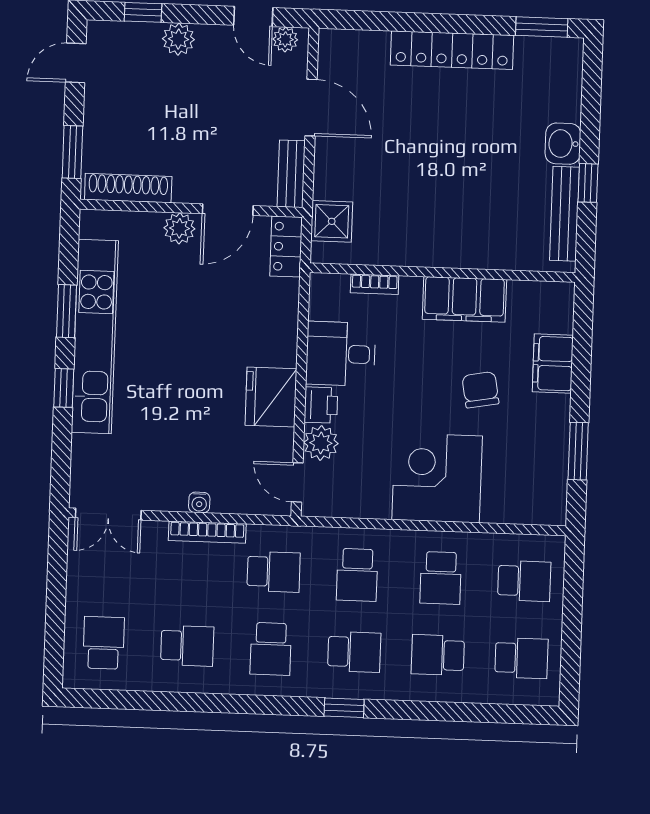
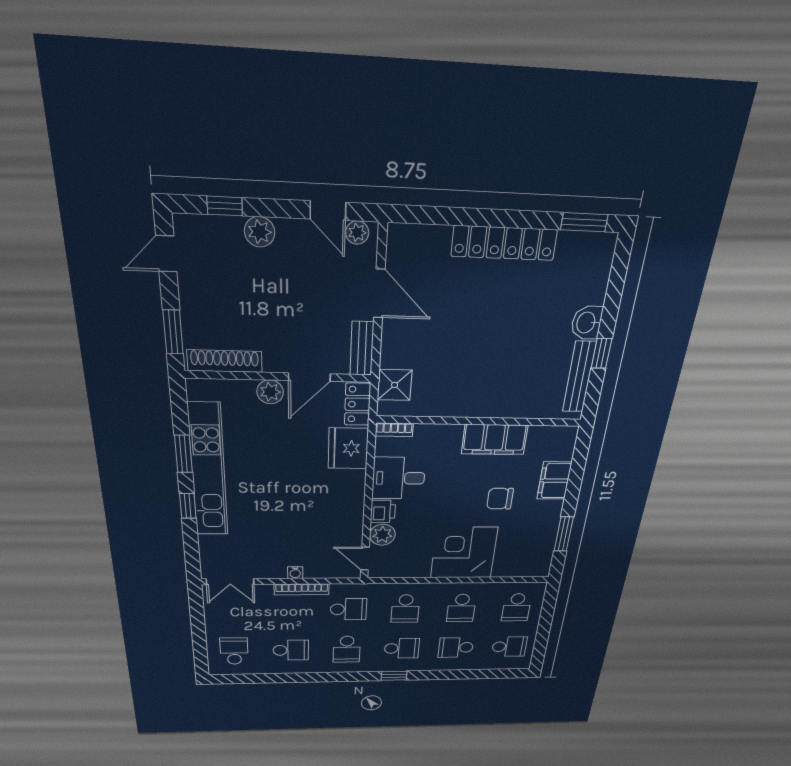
bookcase: (375, 284) -> (394, 430), moved
chair: (480, 390) -> (500, 499), turned -80
fridge: (271, 397) -> (348, 448), moved
school desk: (524, 581) -> (516, 607), turned 90

